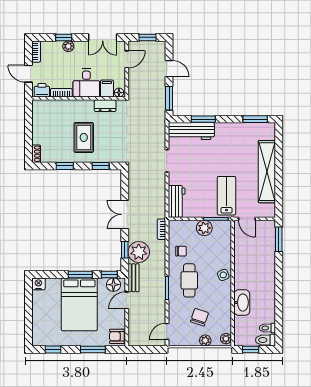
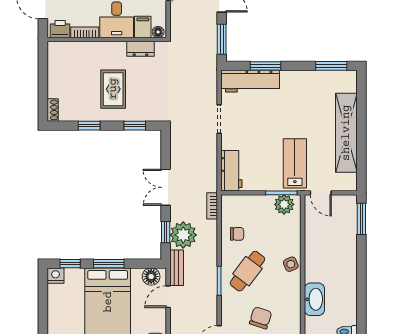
plant: (204, 228) -> (284, 204), moved
window: (109, 274) -> (70, 264), moved
cafe table: (189, 280) -> (247, 271), turned 37

